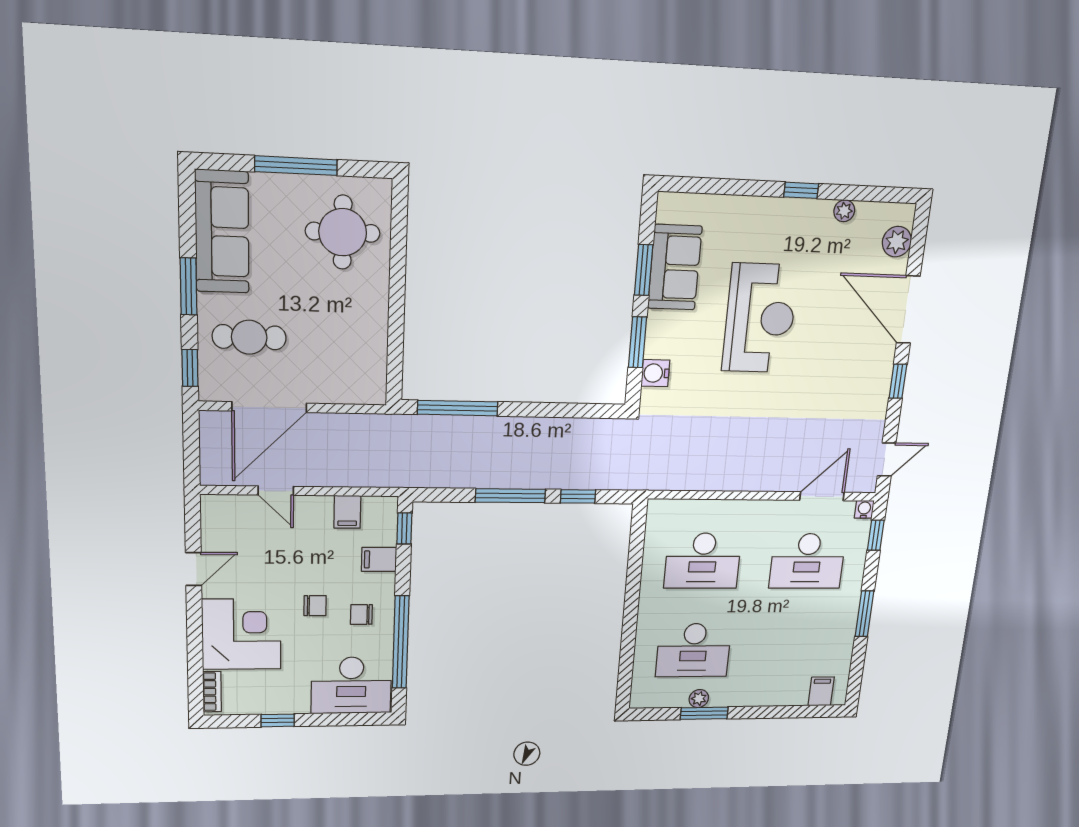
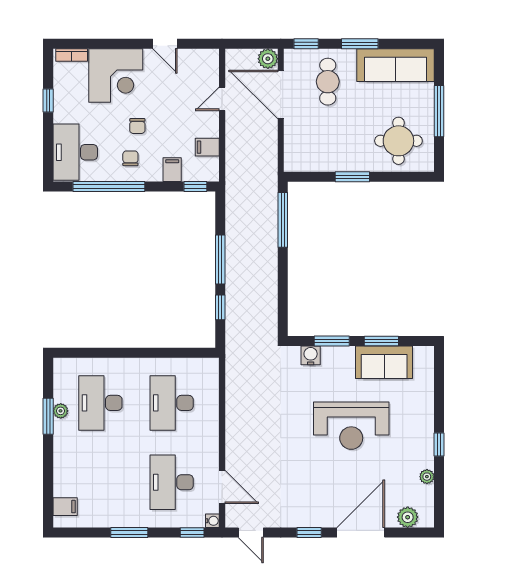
window: (397, 305) -> (352, 177), added
plant: (214, 425) -> (268, 59), added

